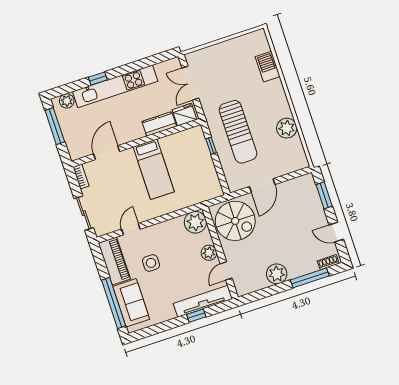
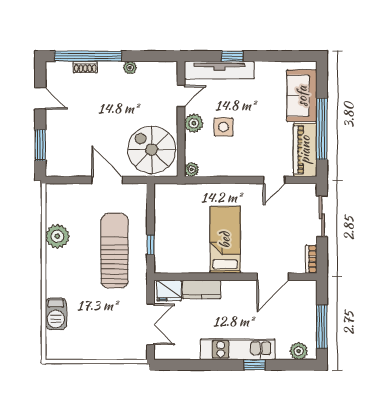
kitchen unit: (115, 86) -> (238, 349), width x0.73
door: (262, 185) -> (107, 180), hinge flipped
plant: (195, 222) -> (192, 170), width x0.53, depth x0.53
shoe rack: (328, 262) -> (85, 67), moved
side table: (151, 263) -> (224, 127), moved
plant: (277, 274) -> (130, 68), width x0.53, depth x0.53
window: (310, 278) -> (88, 56), width x1.46
window: (114, 303) -> (322, 129), moved

